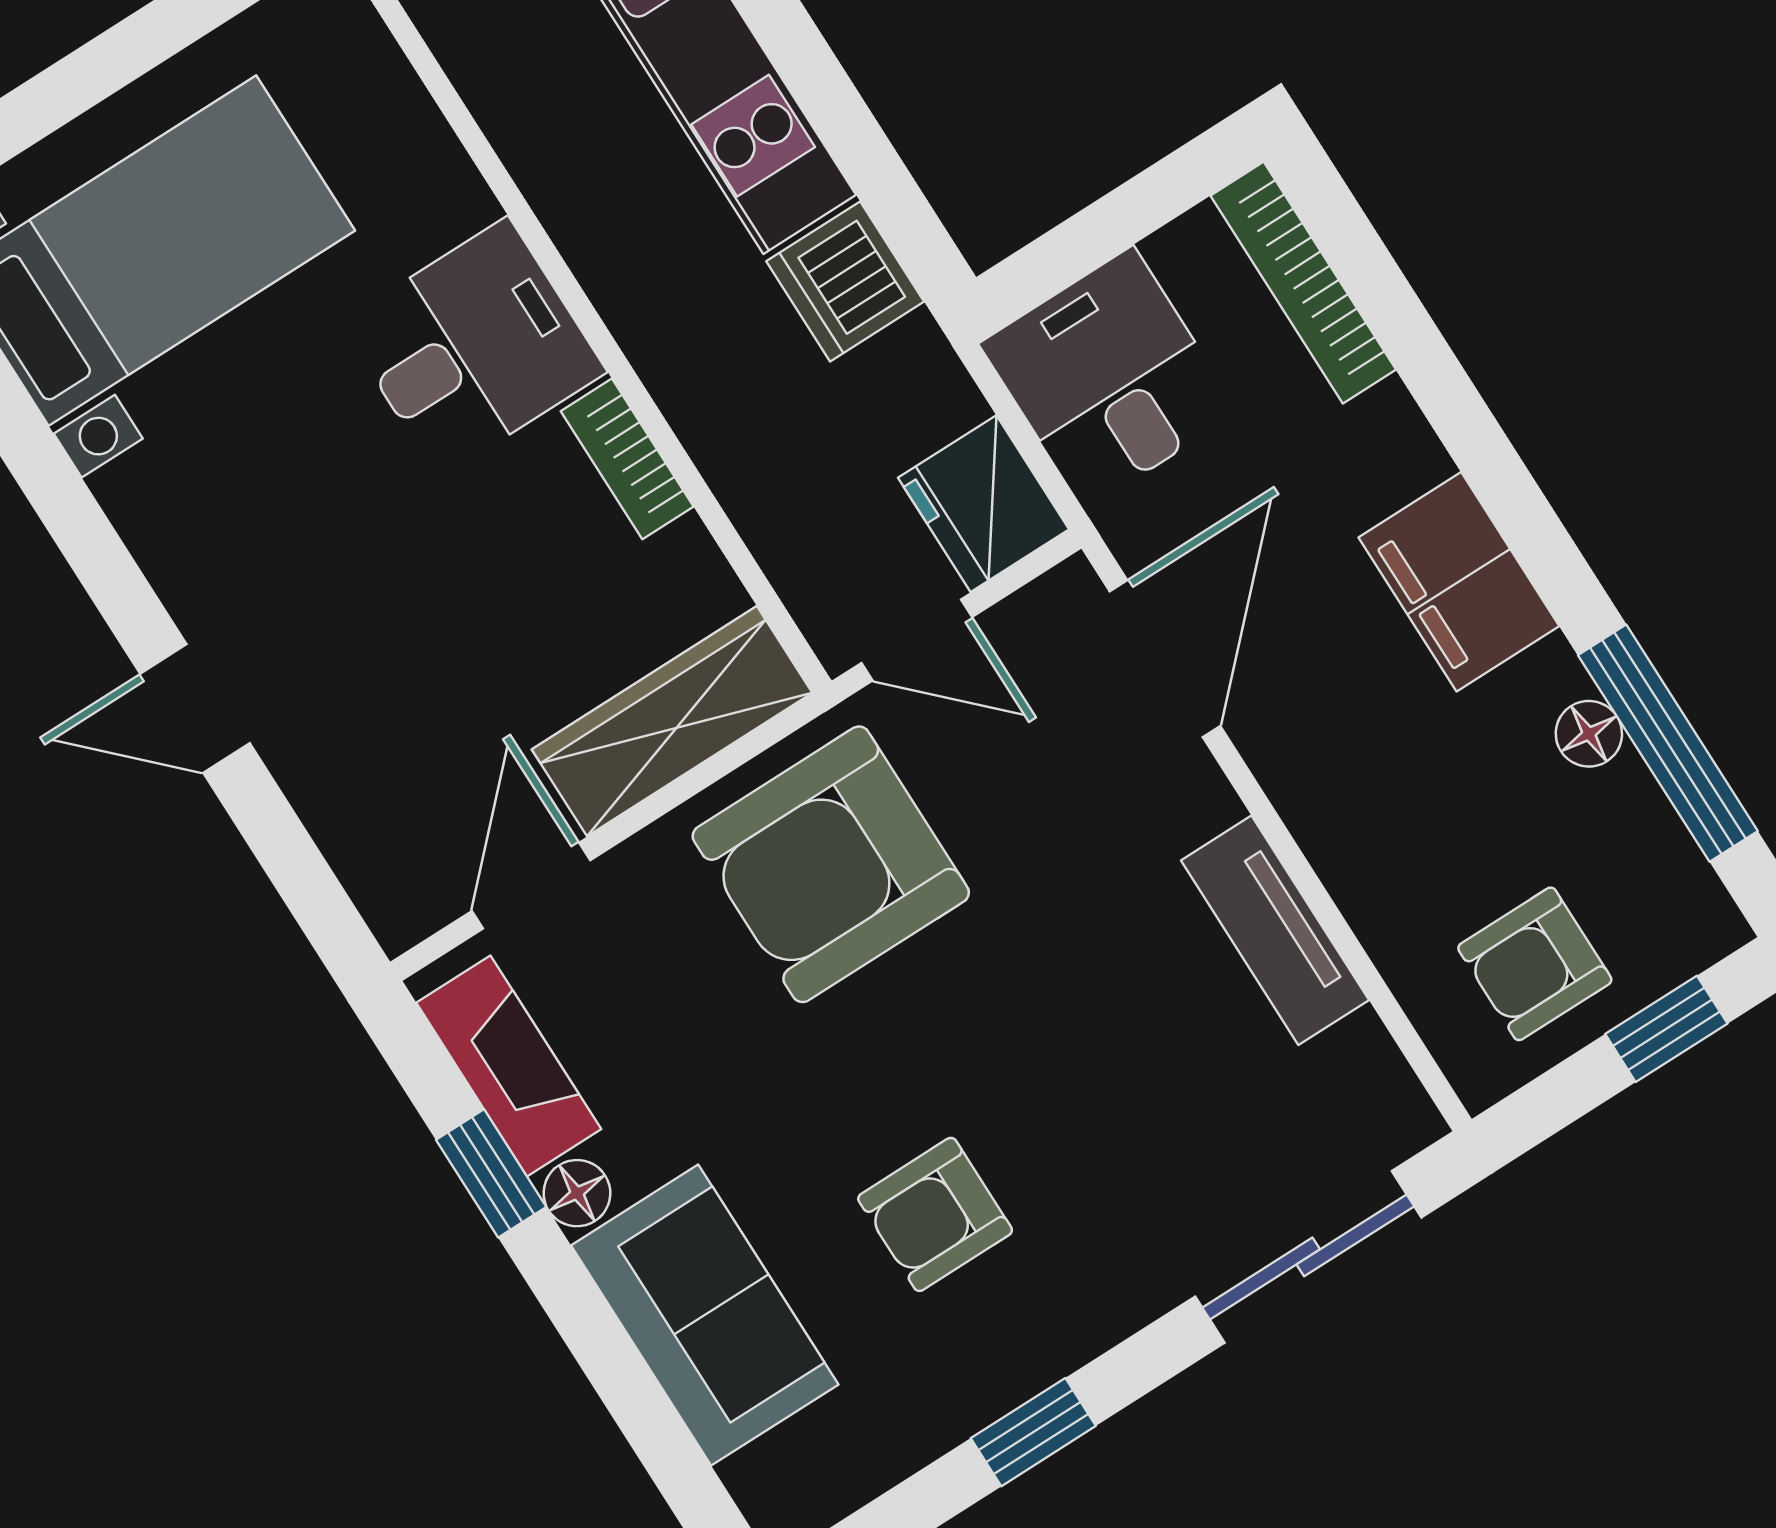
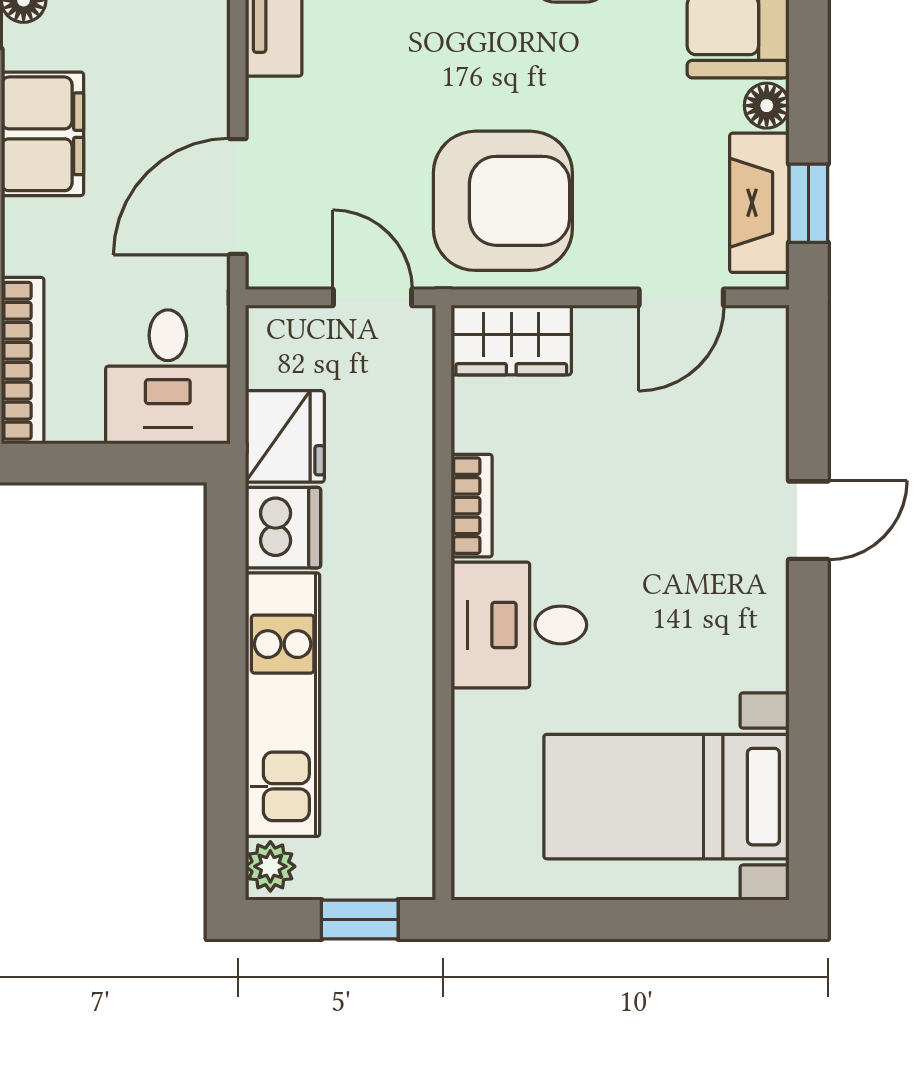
fridge: (983, 504) -> (285, 436), moved
door: (195, 709) -> (808, 520), hinge flipped
wardrobe: (672, 721) -> (511, 340), width x0.67
window: (491, 1173) -> (808, 203), moved

